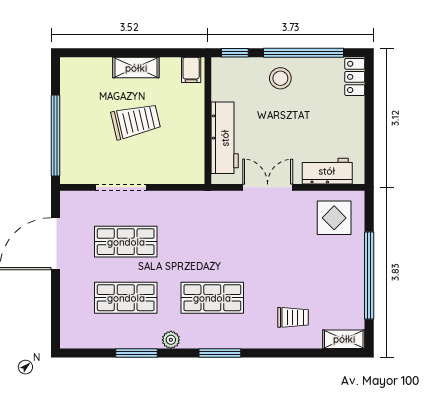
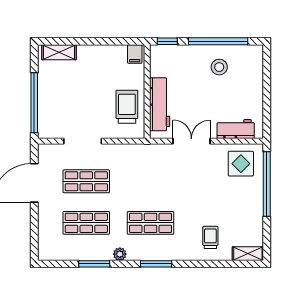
shelving: (136, 68) -> (59, 52), moved
locker: (355, 77) -> (256, 59), removed
stool: (280, 78) -> (219, 67), moved
trolley: (136, 121) -> (127, 107), moved, turned -77
window: (369, 276) -> (267, 184), moved
trolley: (293, 317) -> (210, 237), turned -90

